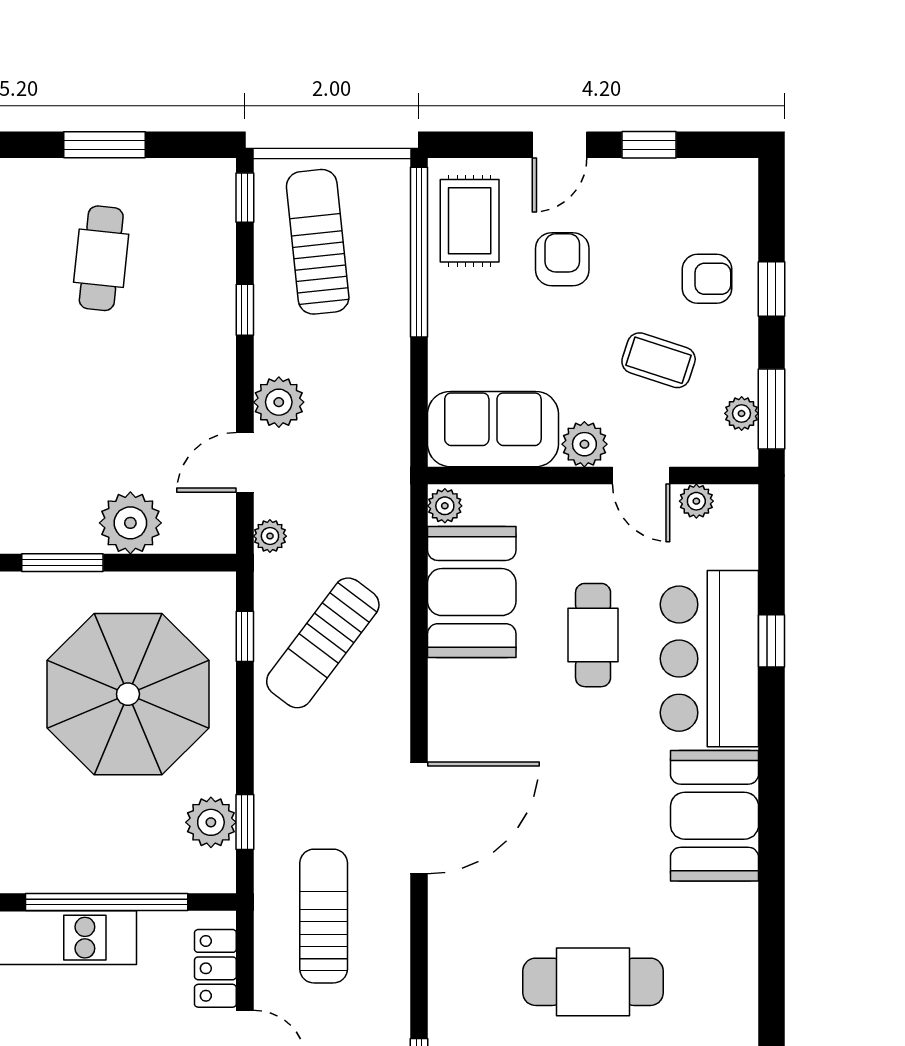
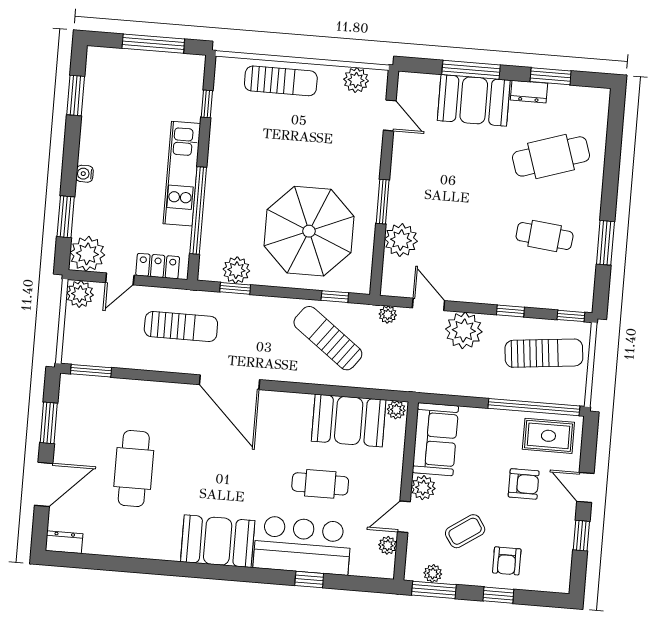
coffee table: (659, 360) -> (465, 531), turned 38
plant: (279, 402) -> (464, 330), width x1.36, depth x1.36

